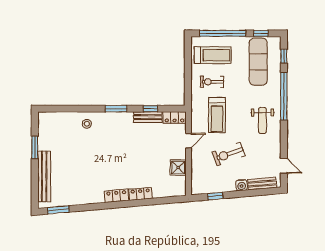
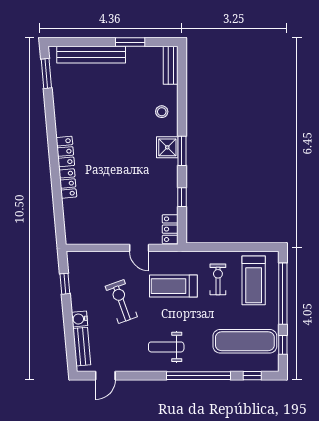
bench: (148, 117) -> (171, 65), moved
shower: (178, 168) -> (167, 147), moved

